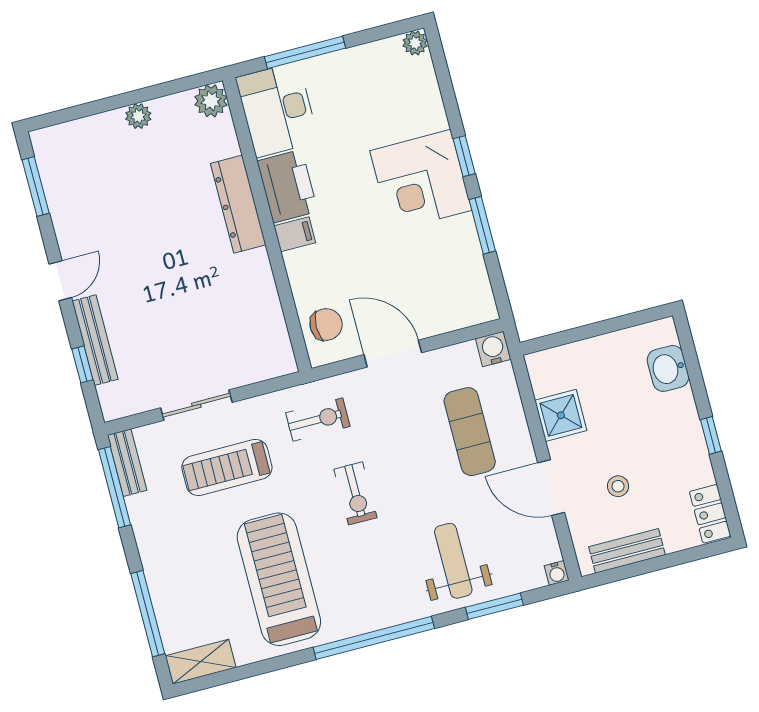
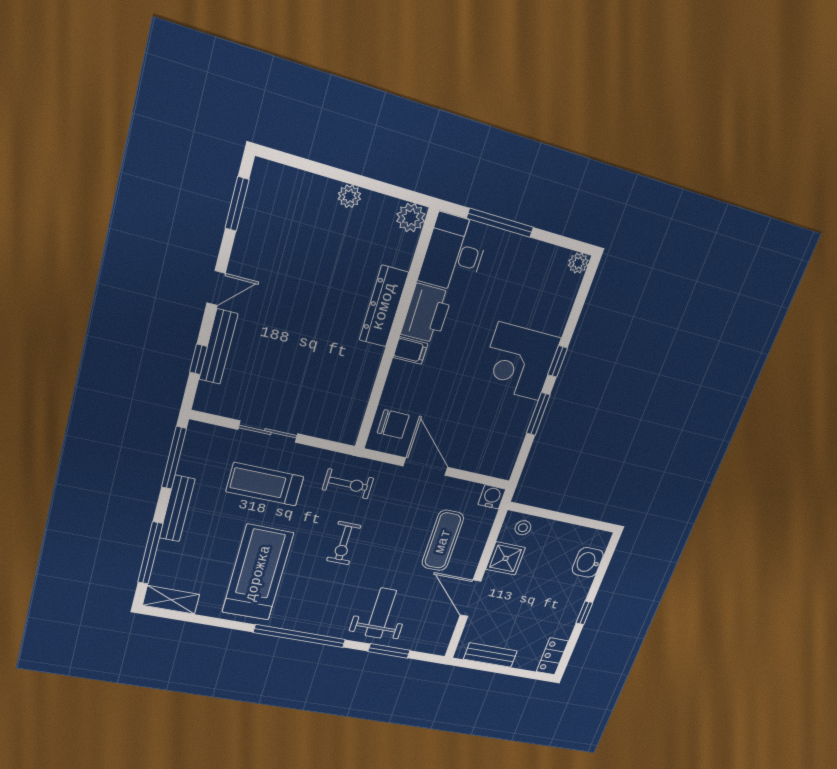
bench: (127, 463) -> (177, 509), moved, width x1.36
stool: (618, 486) -> (523, 528), moved
water cooler: (557, 573) -> (440, 649), removed

